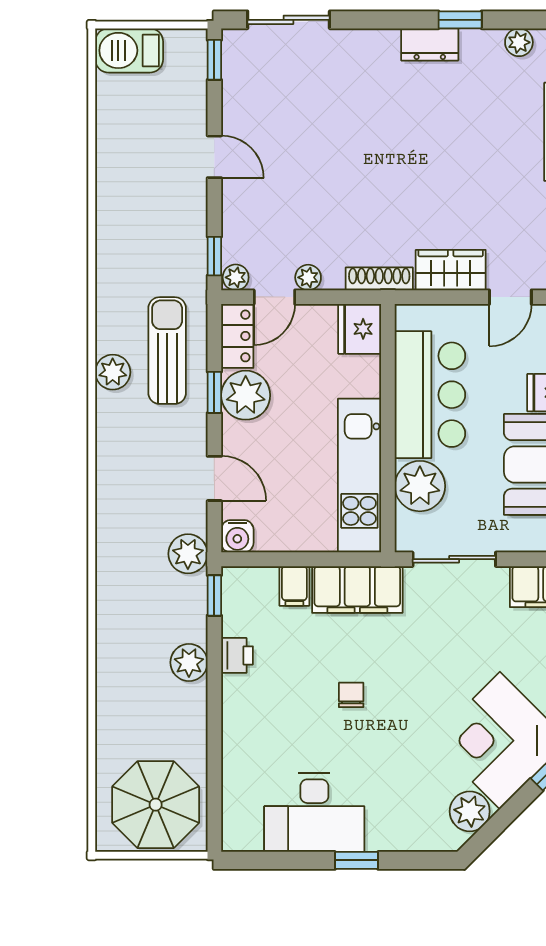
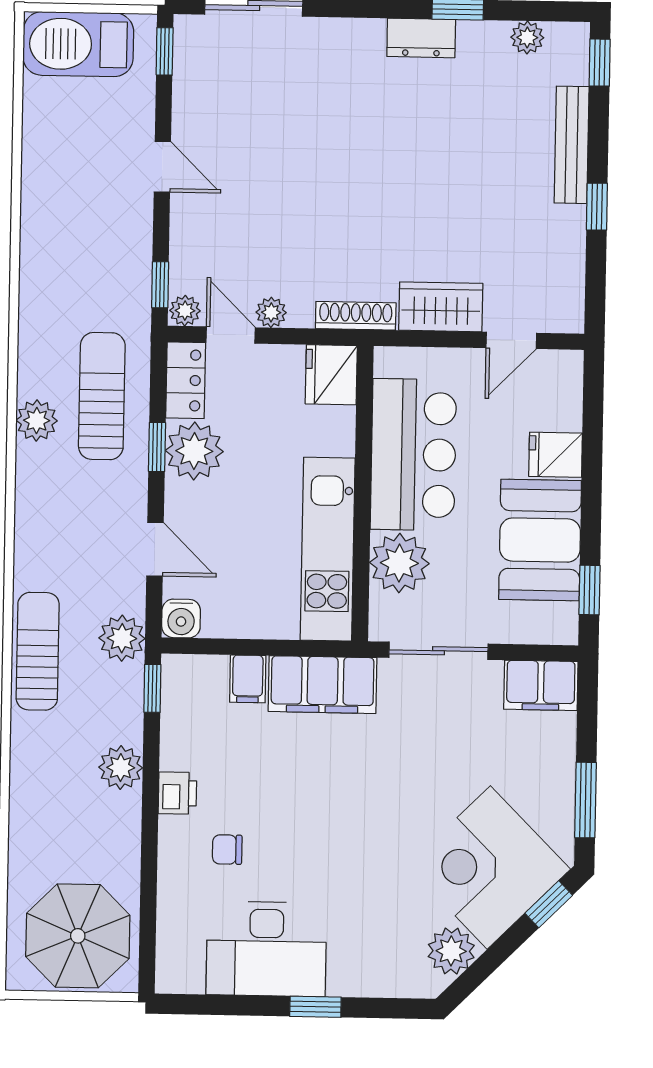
barbecue: (129, 50) -> (78, 44), width x1.37, depth x1.21
door: (274, 297) -> (231, 335), swing flipped
sun lounger: (117, 566) -> (38, 651), added
printer: (237, 655) -> (177, 793), moved
chair: (351, 695) -> (227, 850), moved, turned -90

